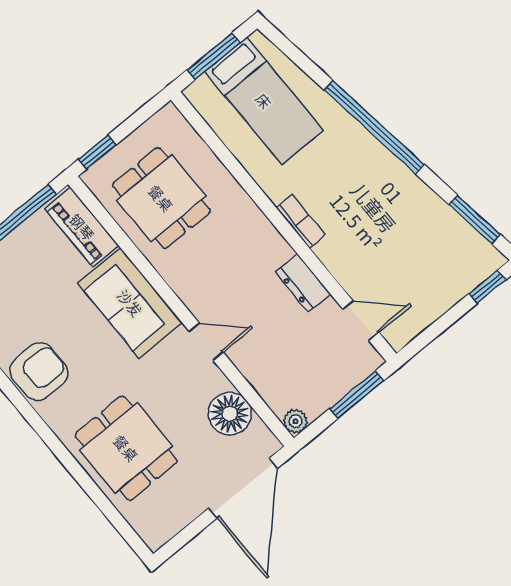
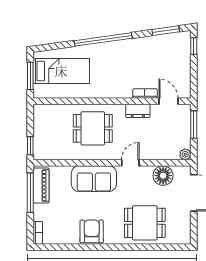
dining table: (161, 198) -> (93, 128), moved
bookcase: (301, 221) -> (145, 94), moved
piano: (82, 227) -> (41, 186), moved, turned -90
door: (361, 321) -> (168, 101), hinge flipped

